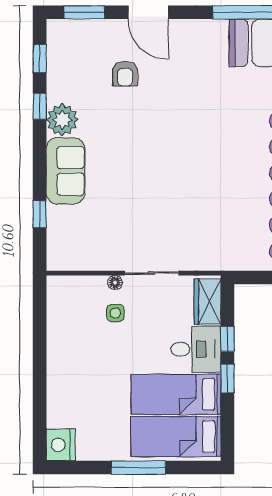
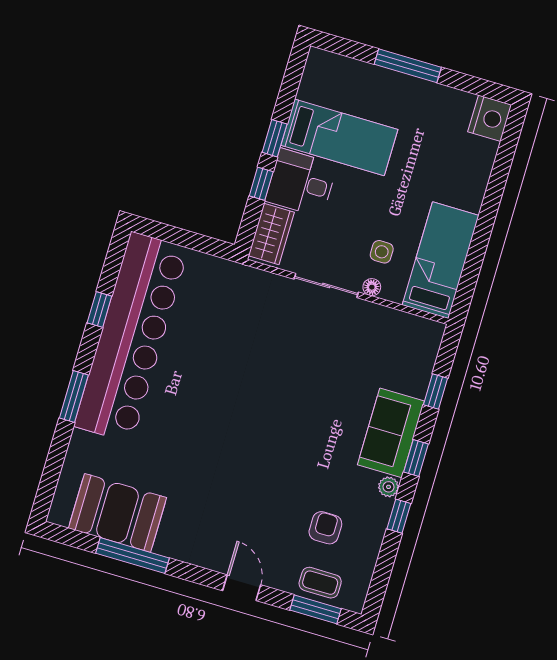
door: (148, 12) -> (242, 588), width x0.73
coffee table: (87, 35) -> (320, 583), added
window: (40, 59) -> (416, 458), moved
armchair: (125, 74) -> (325, 528), moved
plant: (62, 120) -> (389, 487), width x0.53, depth x0.53
bed: (176, 436) -> (441, 260), moved, turned -90

